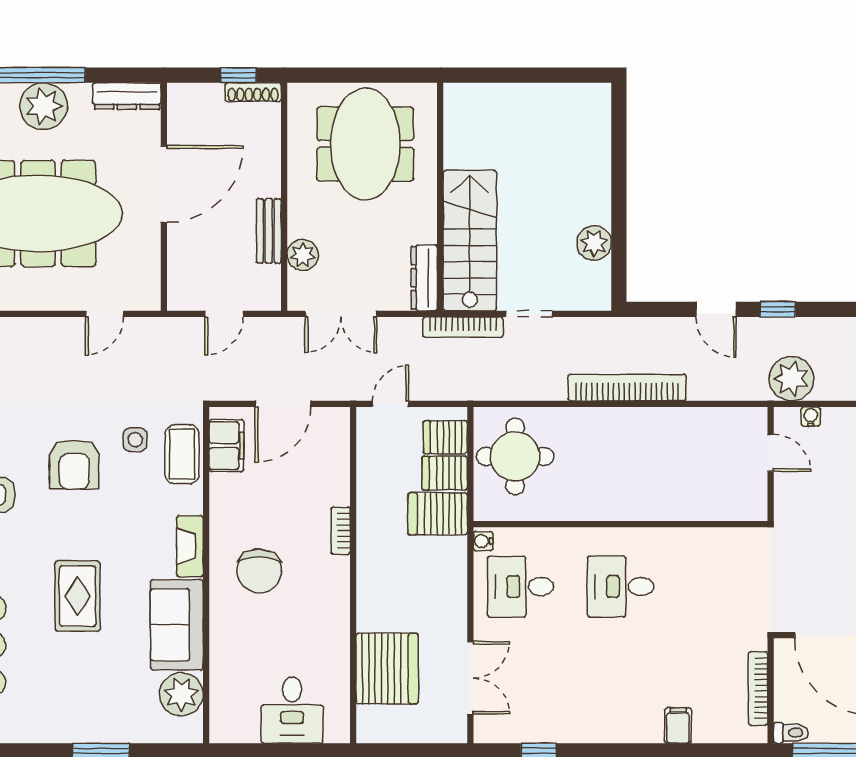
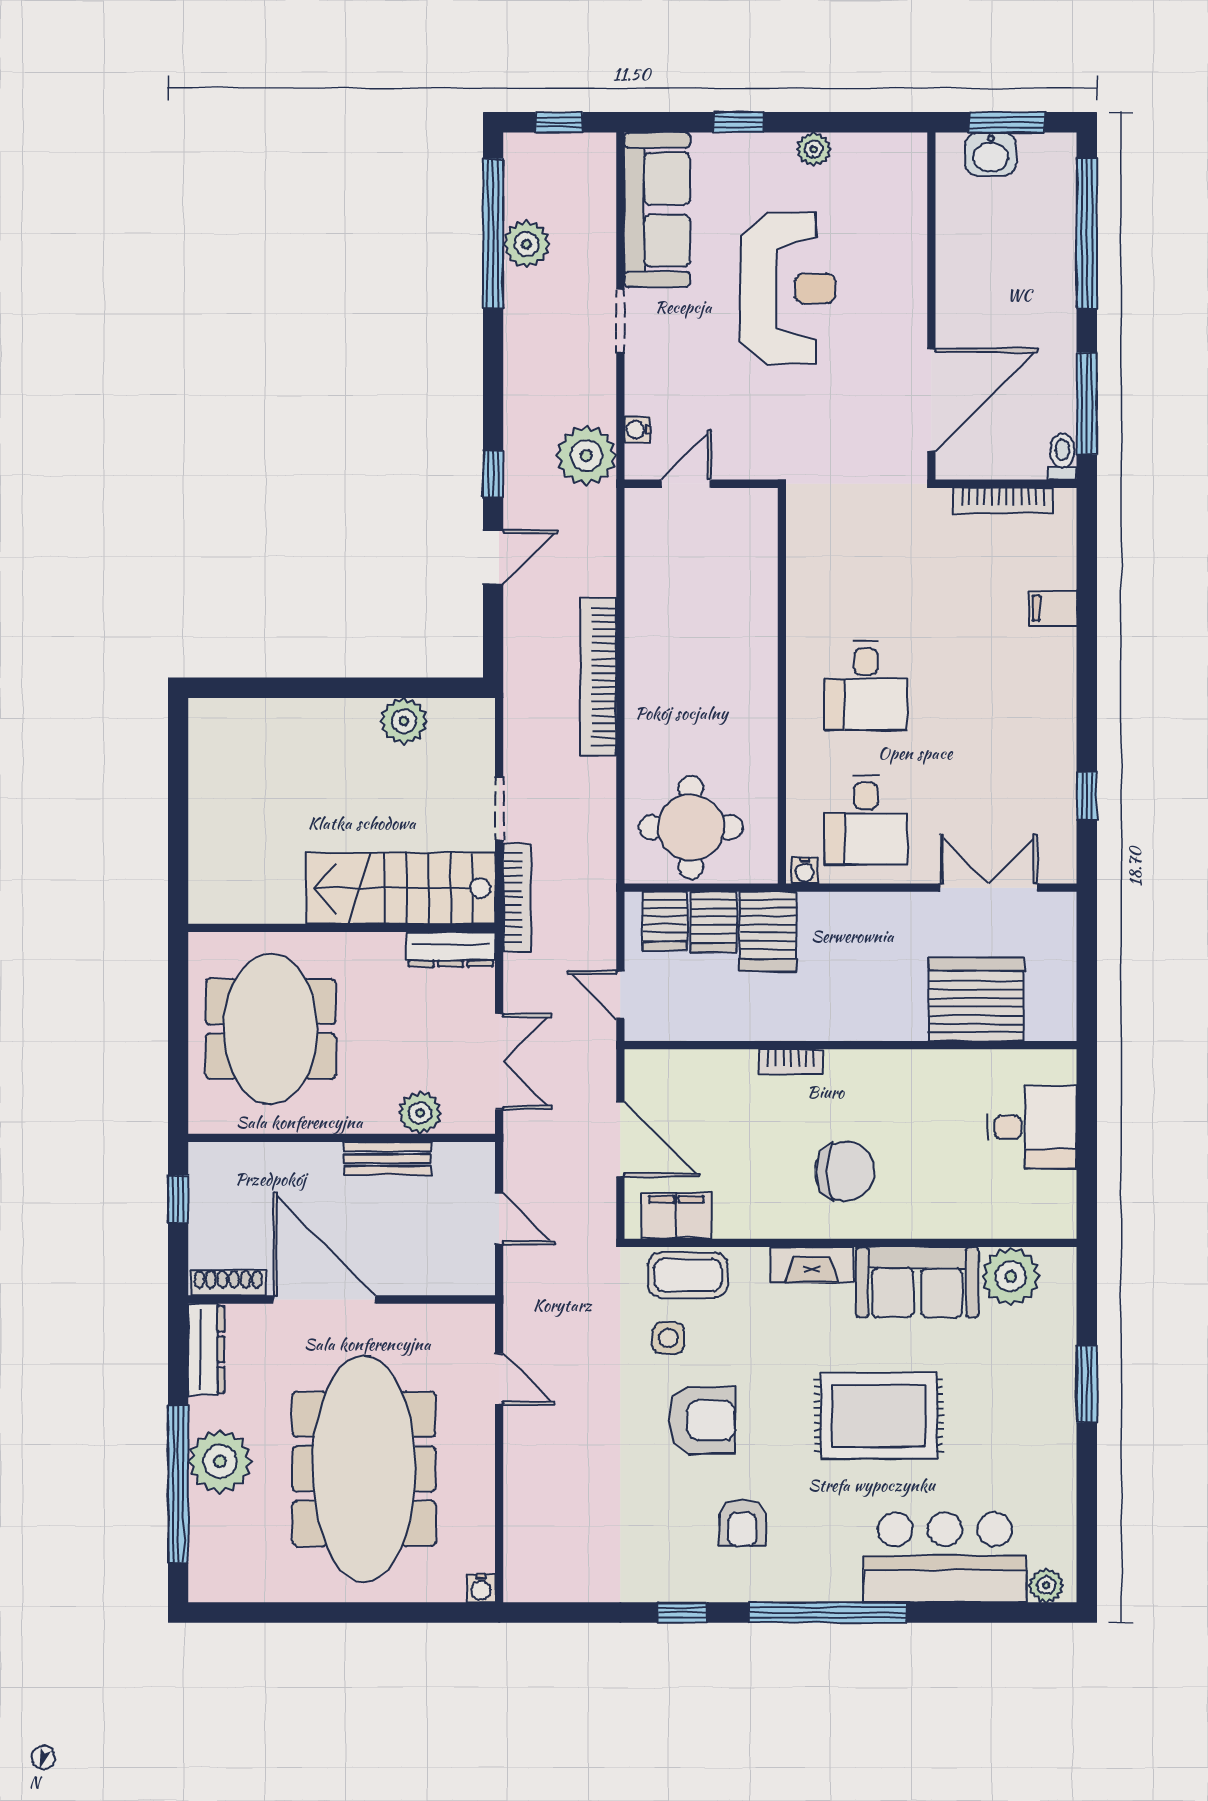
shoe rack: (253, 92) -> (228, 1283), moved, turned -90
meeting table: (365, 144) -> (271, 1029), turned 90
rug: (78, 596) -> (879, 1416), width x1.36, depth x1.43

